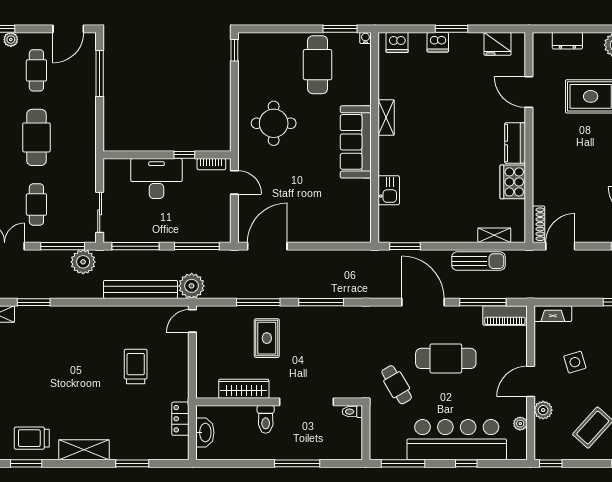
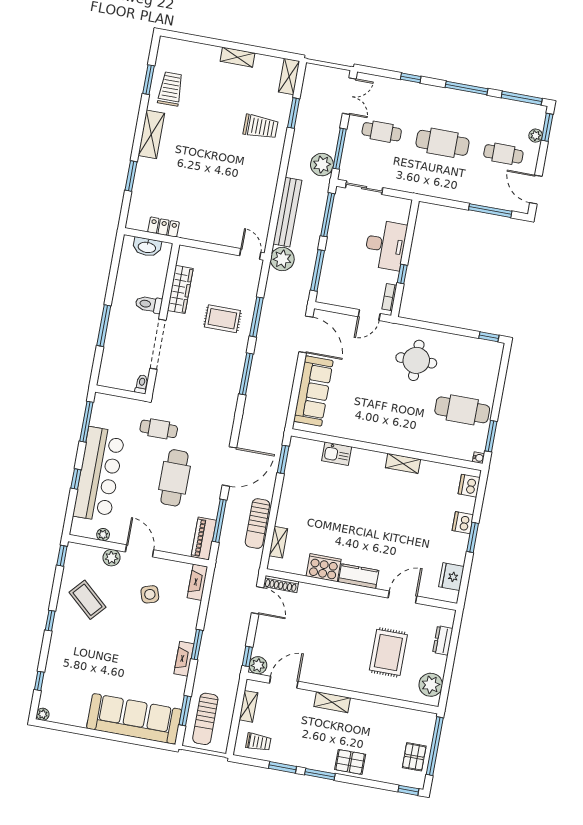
sofa: (356, 142) -> (313, 391), moved, turned 90
trolley: (136, 367) -> (261, 127), moved
cafe table: (397, 385) -> (159, 429), turned 31

